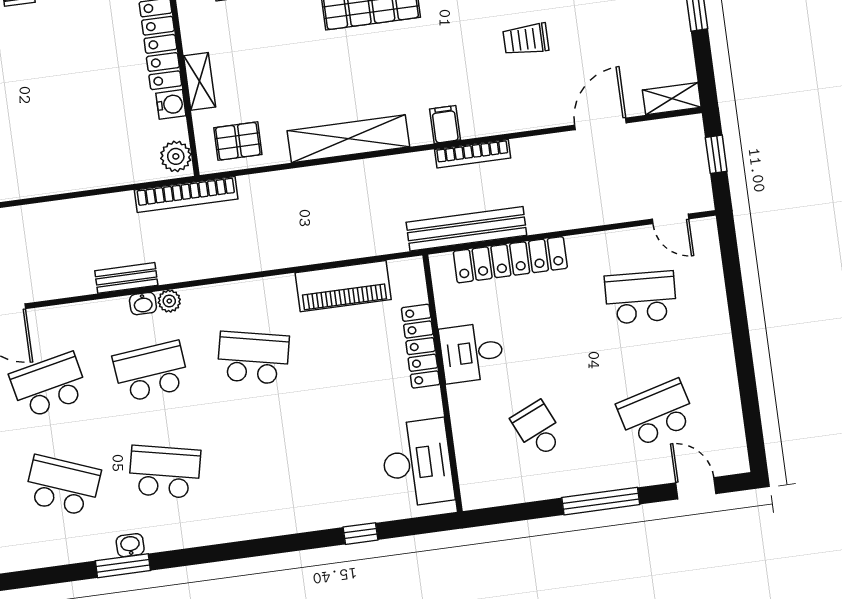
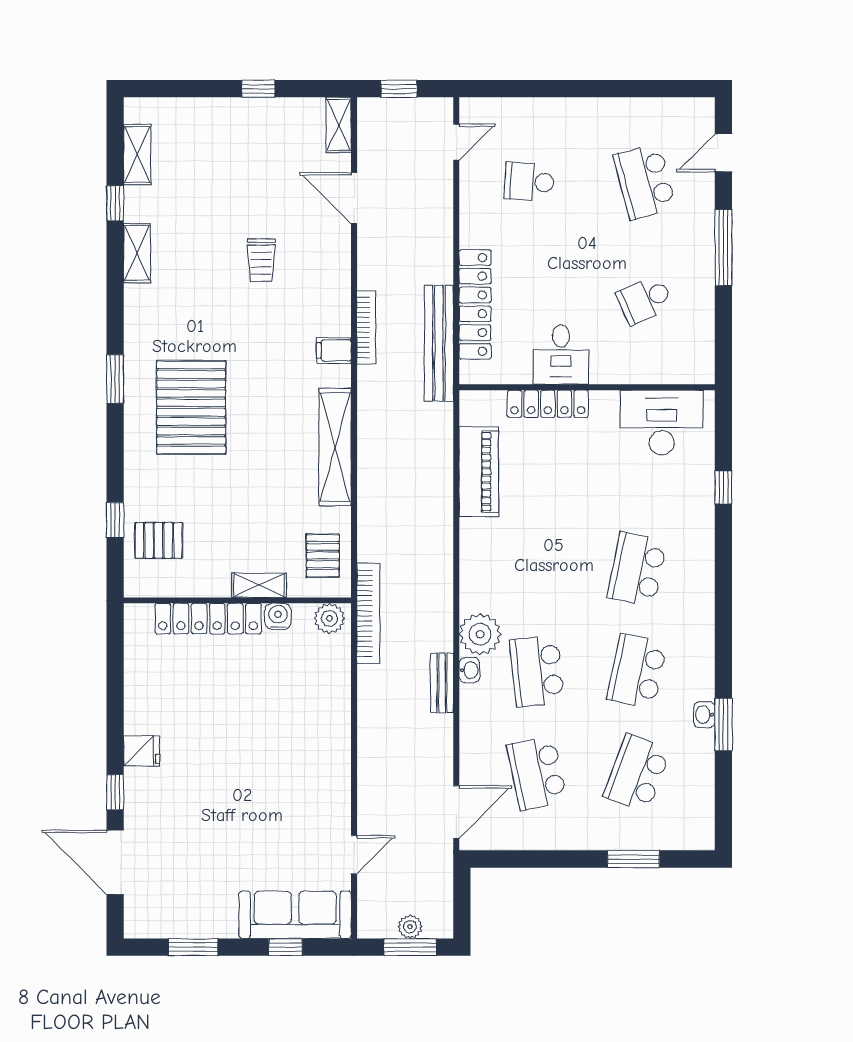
school desk: (641, 298) -> (529, 182), width x0.54
plant: (169, 301) -> (480, 634), width x1.88, depth x1.88
school desk: (253, 358) -> (637, 569), moved

